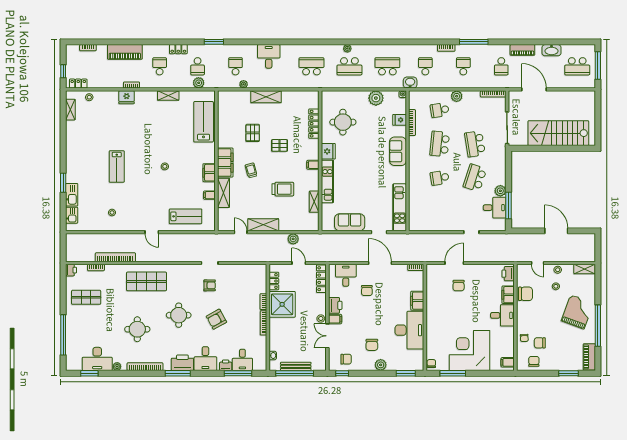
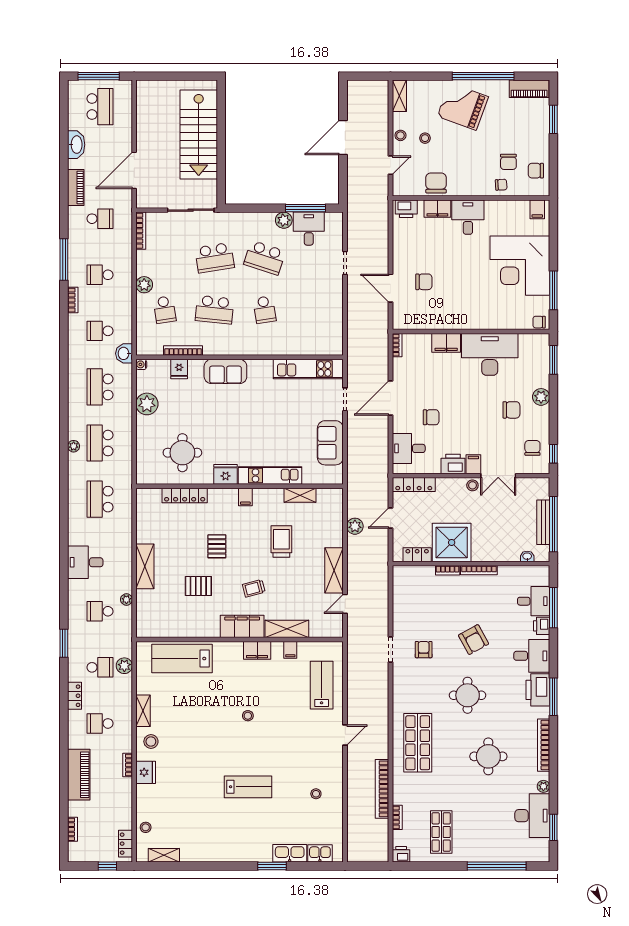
school desk: (349, 66) -> (100, 443), turned 180
stool: (147, 101) -> (151, 742), added

